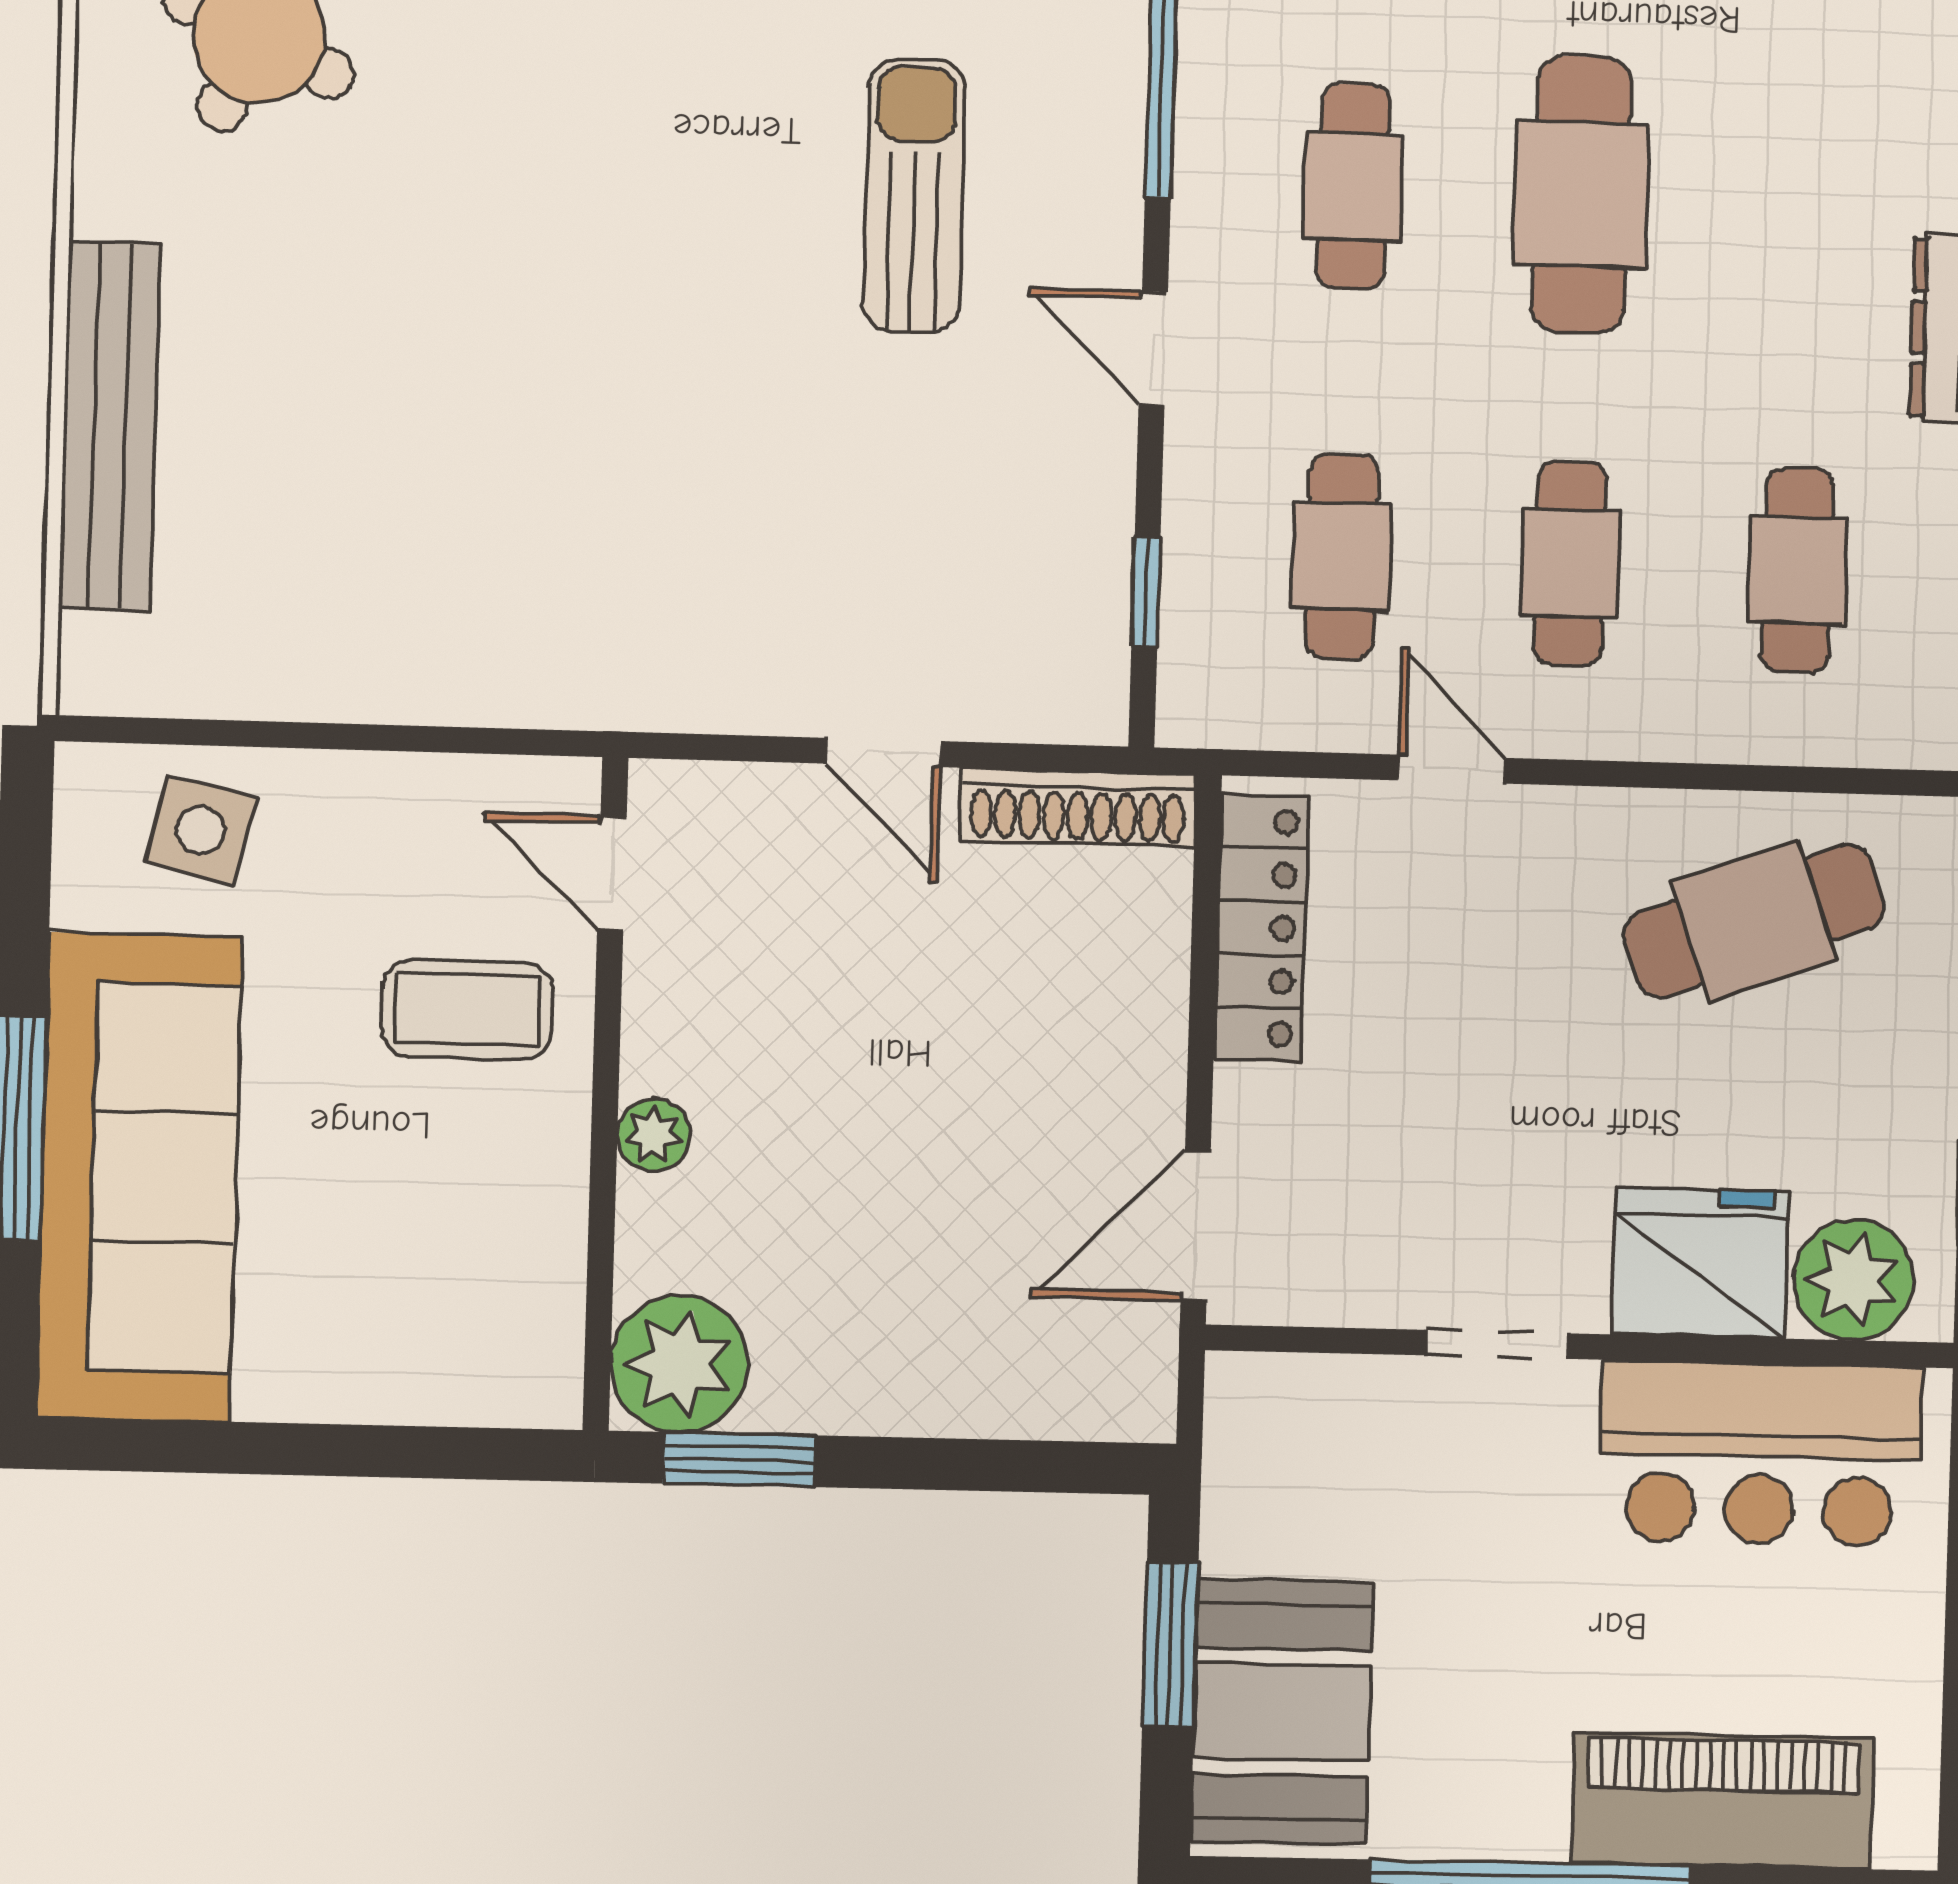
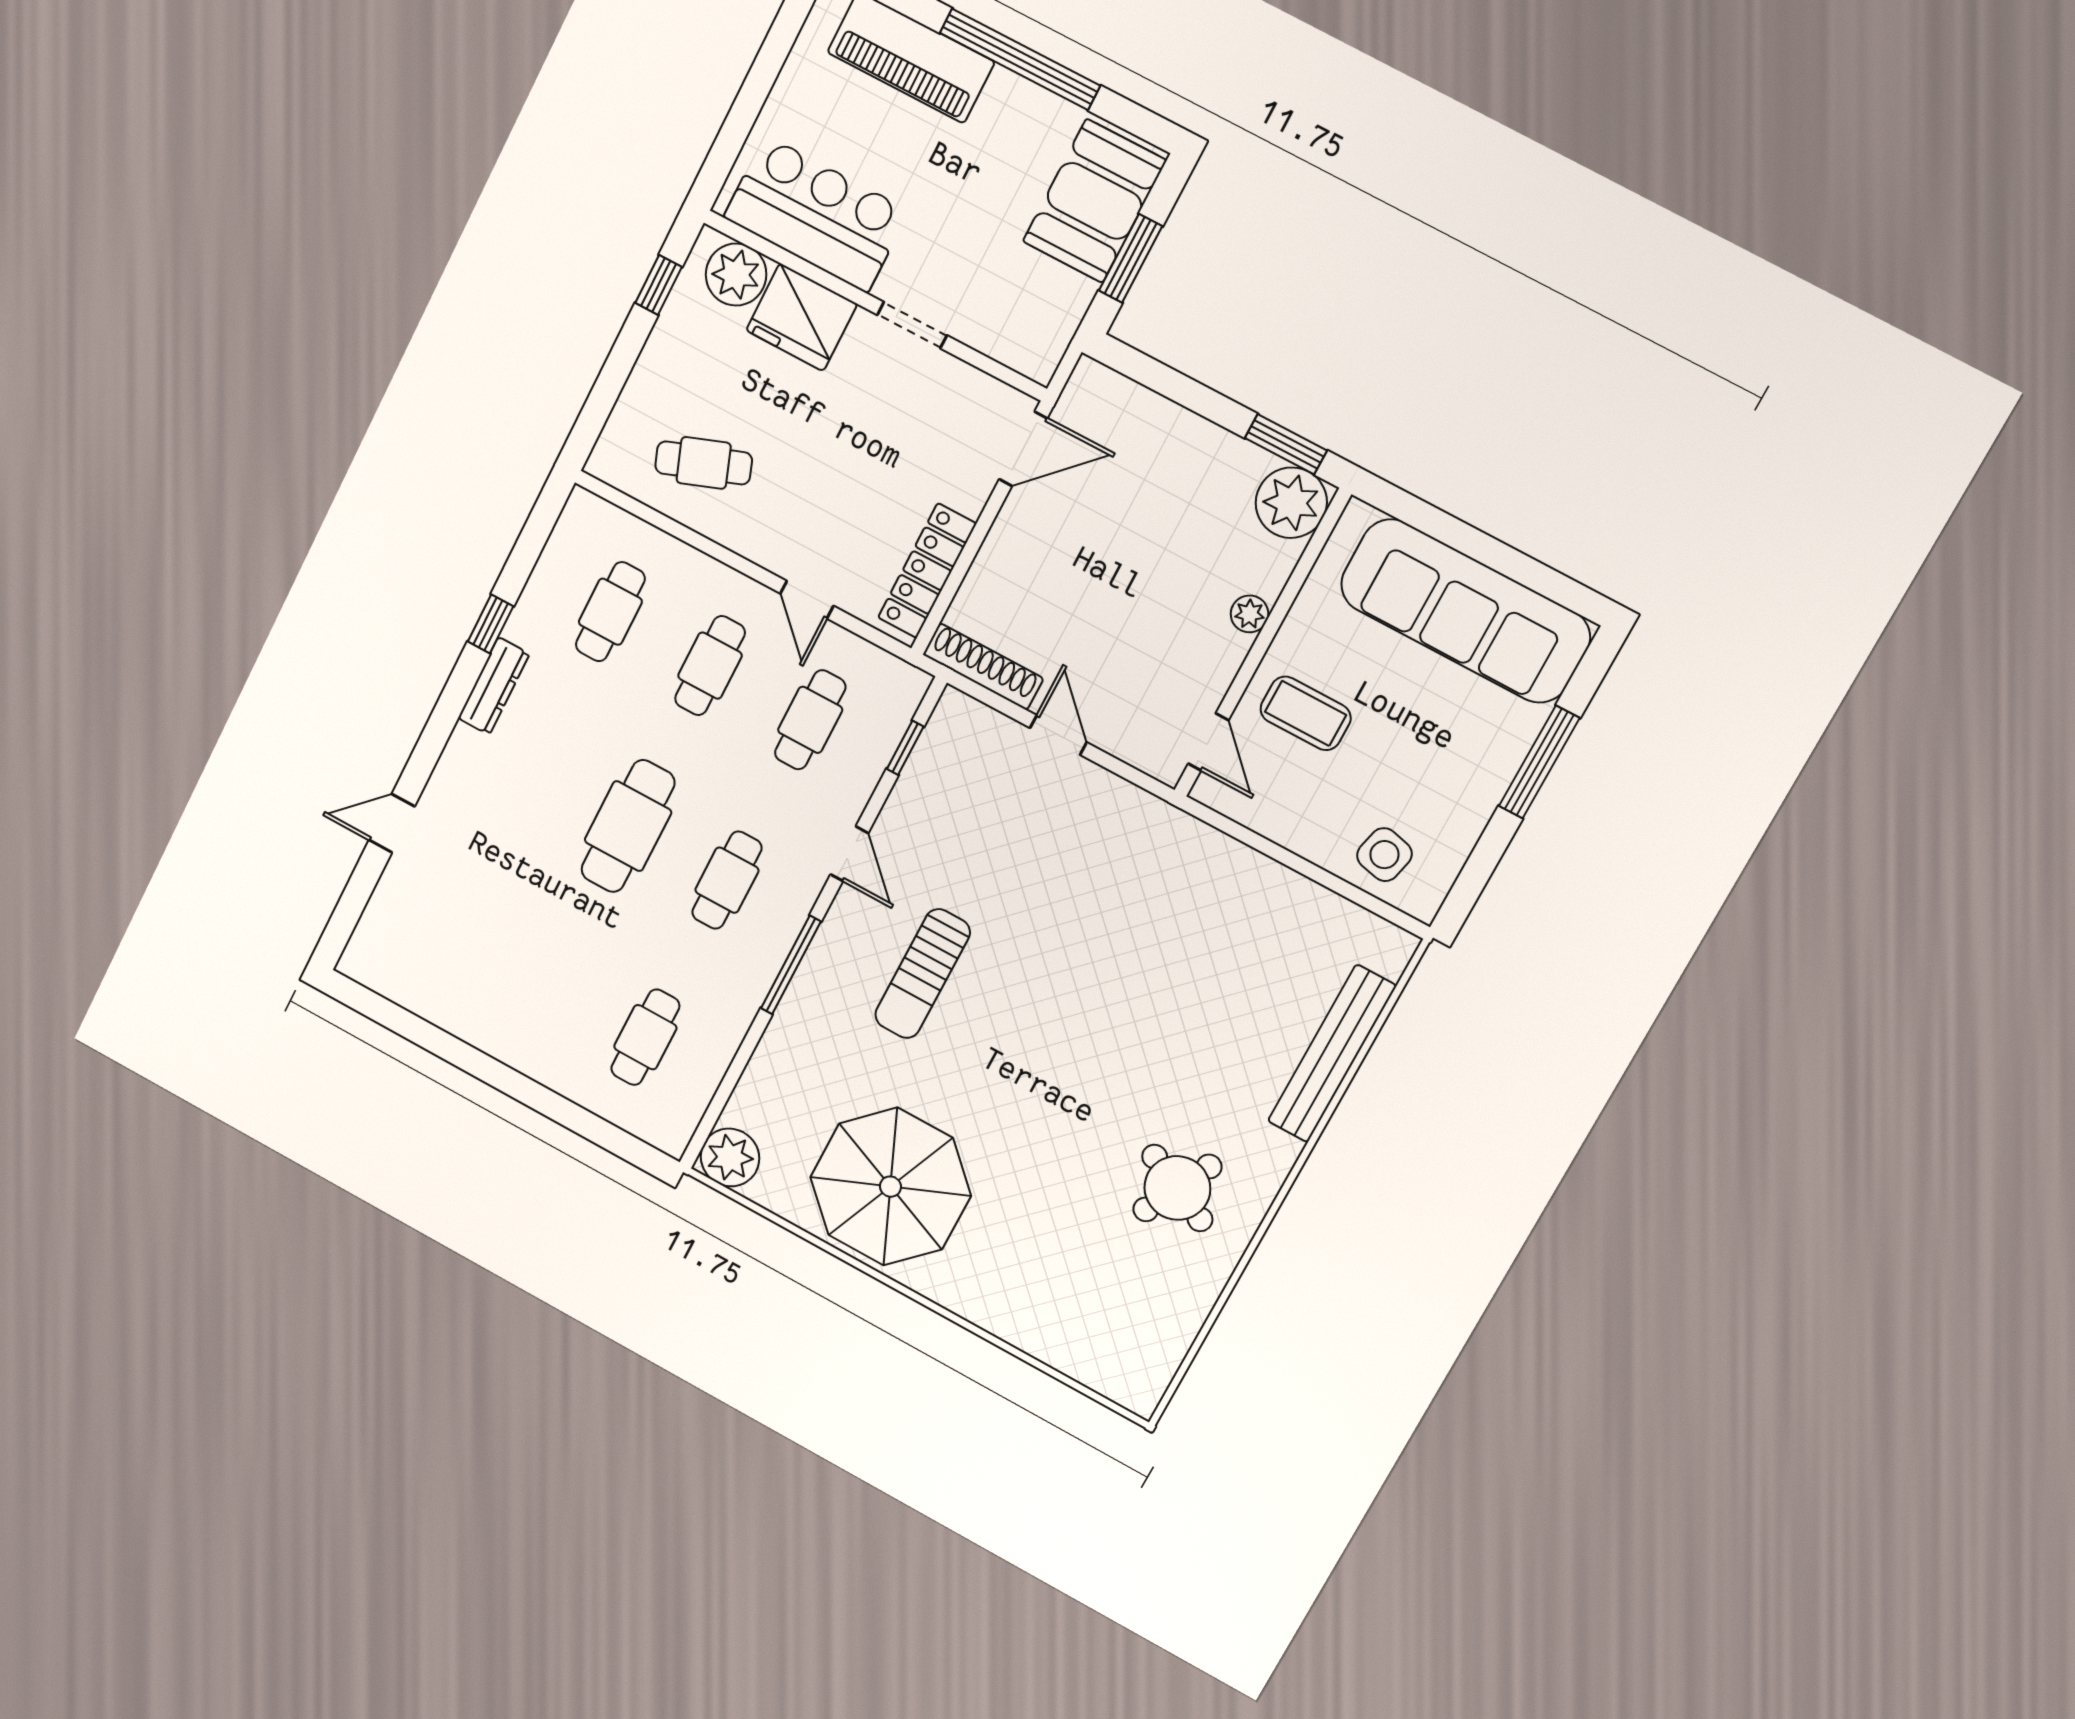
cafe table: (1754, 921) -> (704, 463), width x0.73, depth x0.74
sofa: (139, 1177) -> (1465, 611), moved, turned -90

